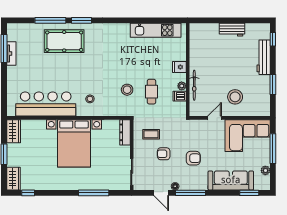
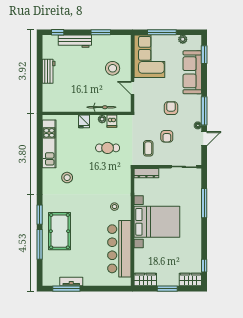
stool: (127, 90) -> (67, 178), moved

